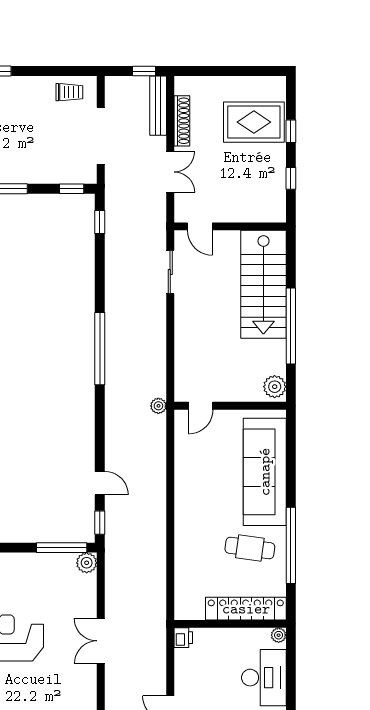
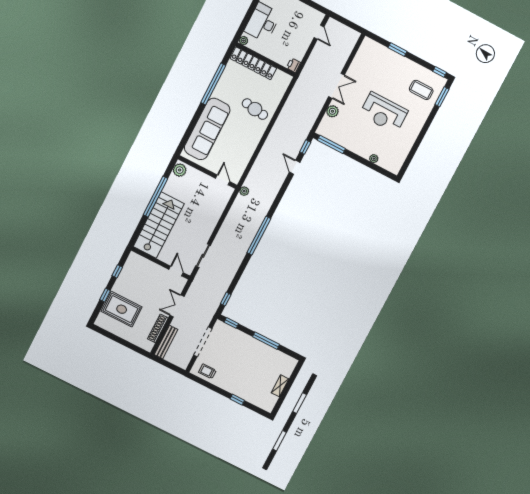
window: (144, 71) -> (164, 363), removed
door: (201, 406) -> (223, 180), hinge flipped
cafe table: (250, 548) -> (255, 109), moved
plant: (87, 563) -> (332, 111), moved

